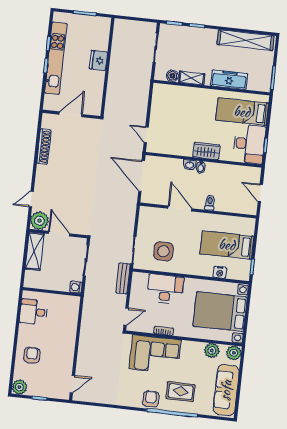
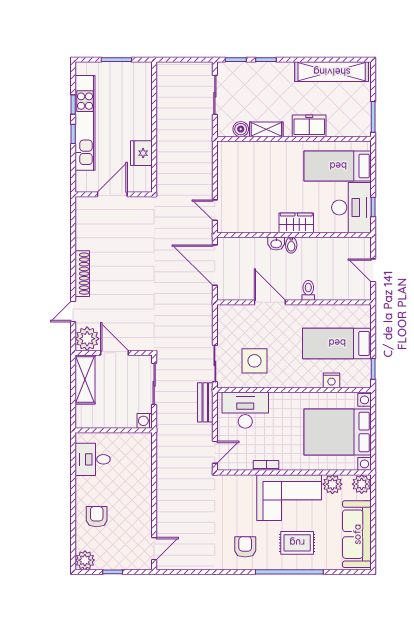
fridge: (98, 60) -> (141, 153), moved
freezer: (229, 80) -> (309, 126), width x0.71
shoe rack: (44, 147) -> (82, 274), moved
desk: (165, 289) -> (245, 410), moved
corner sofa: (155, 354) -> (289, 498), moved
armchair: (151, 399) -> (245, 547), moved

